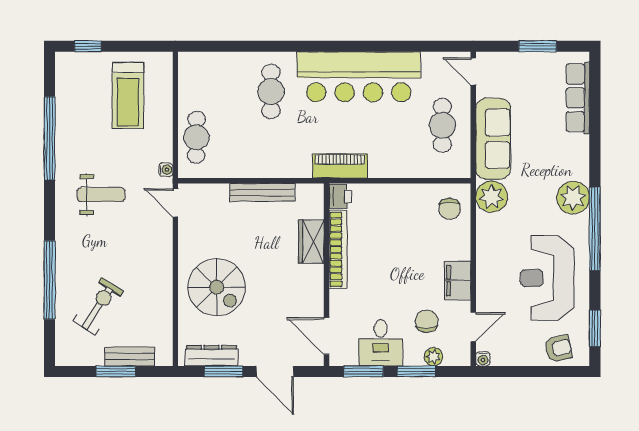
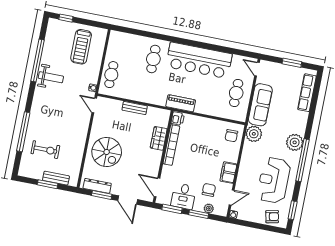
bench: (262, 192) -> (135, 108), width x0.73
weight bench: (101, 195) -> (51, 77), moved
exercise bike: (98, 306) -> (45, 150), turned 57

